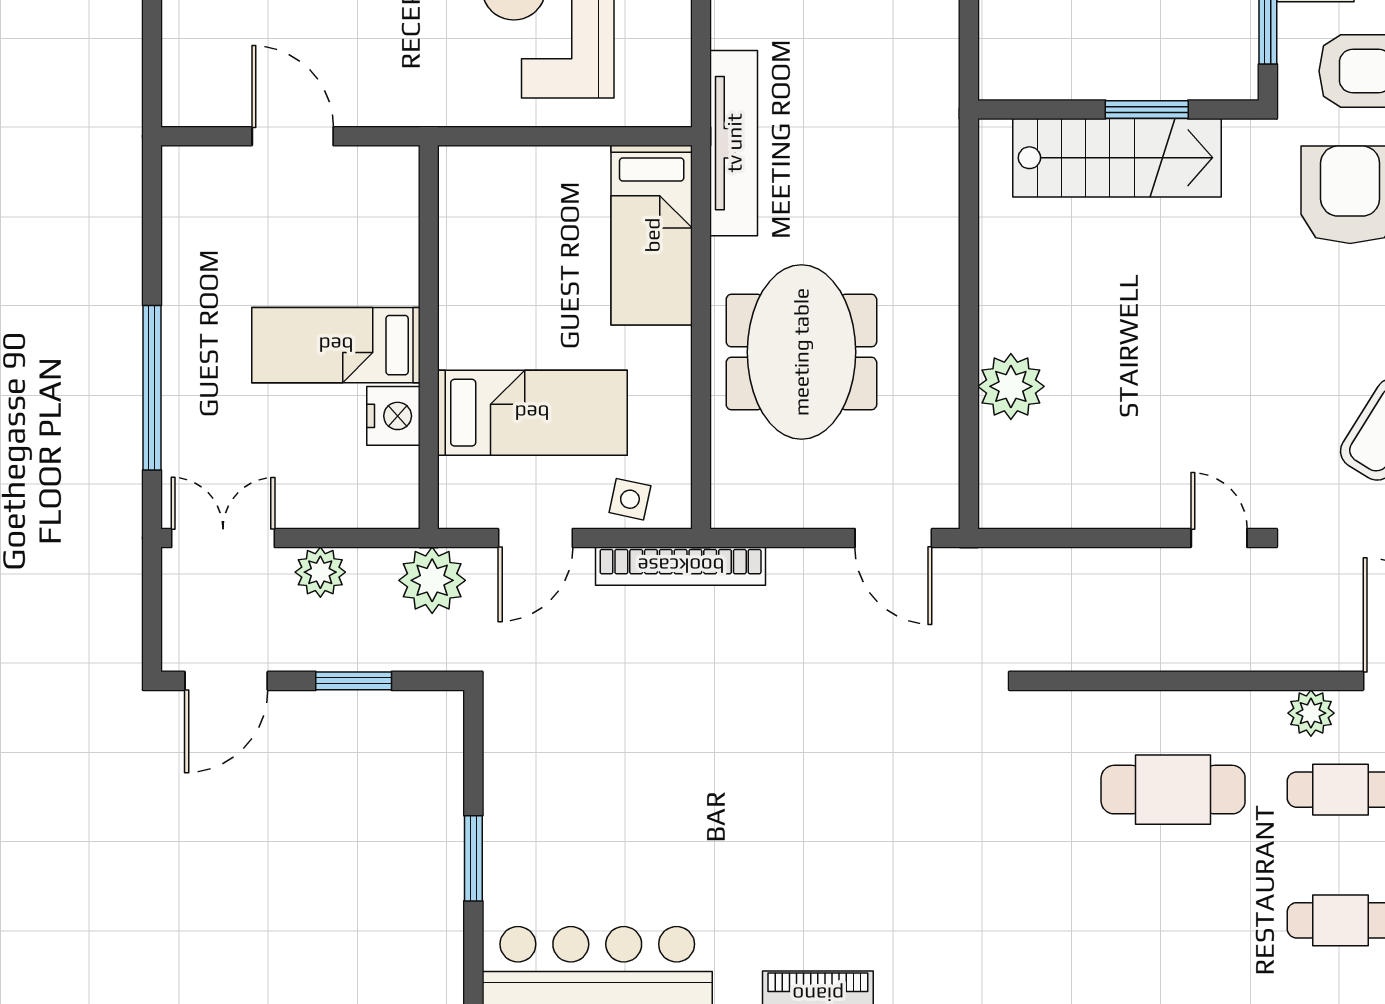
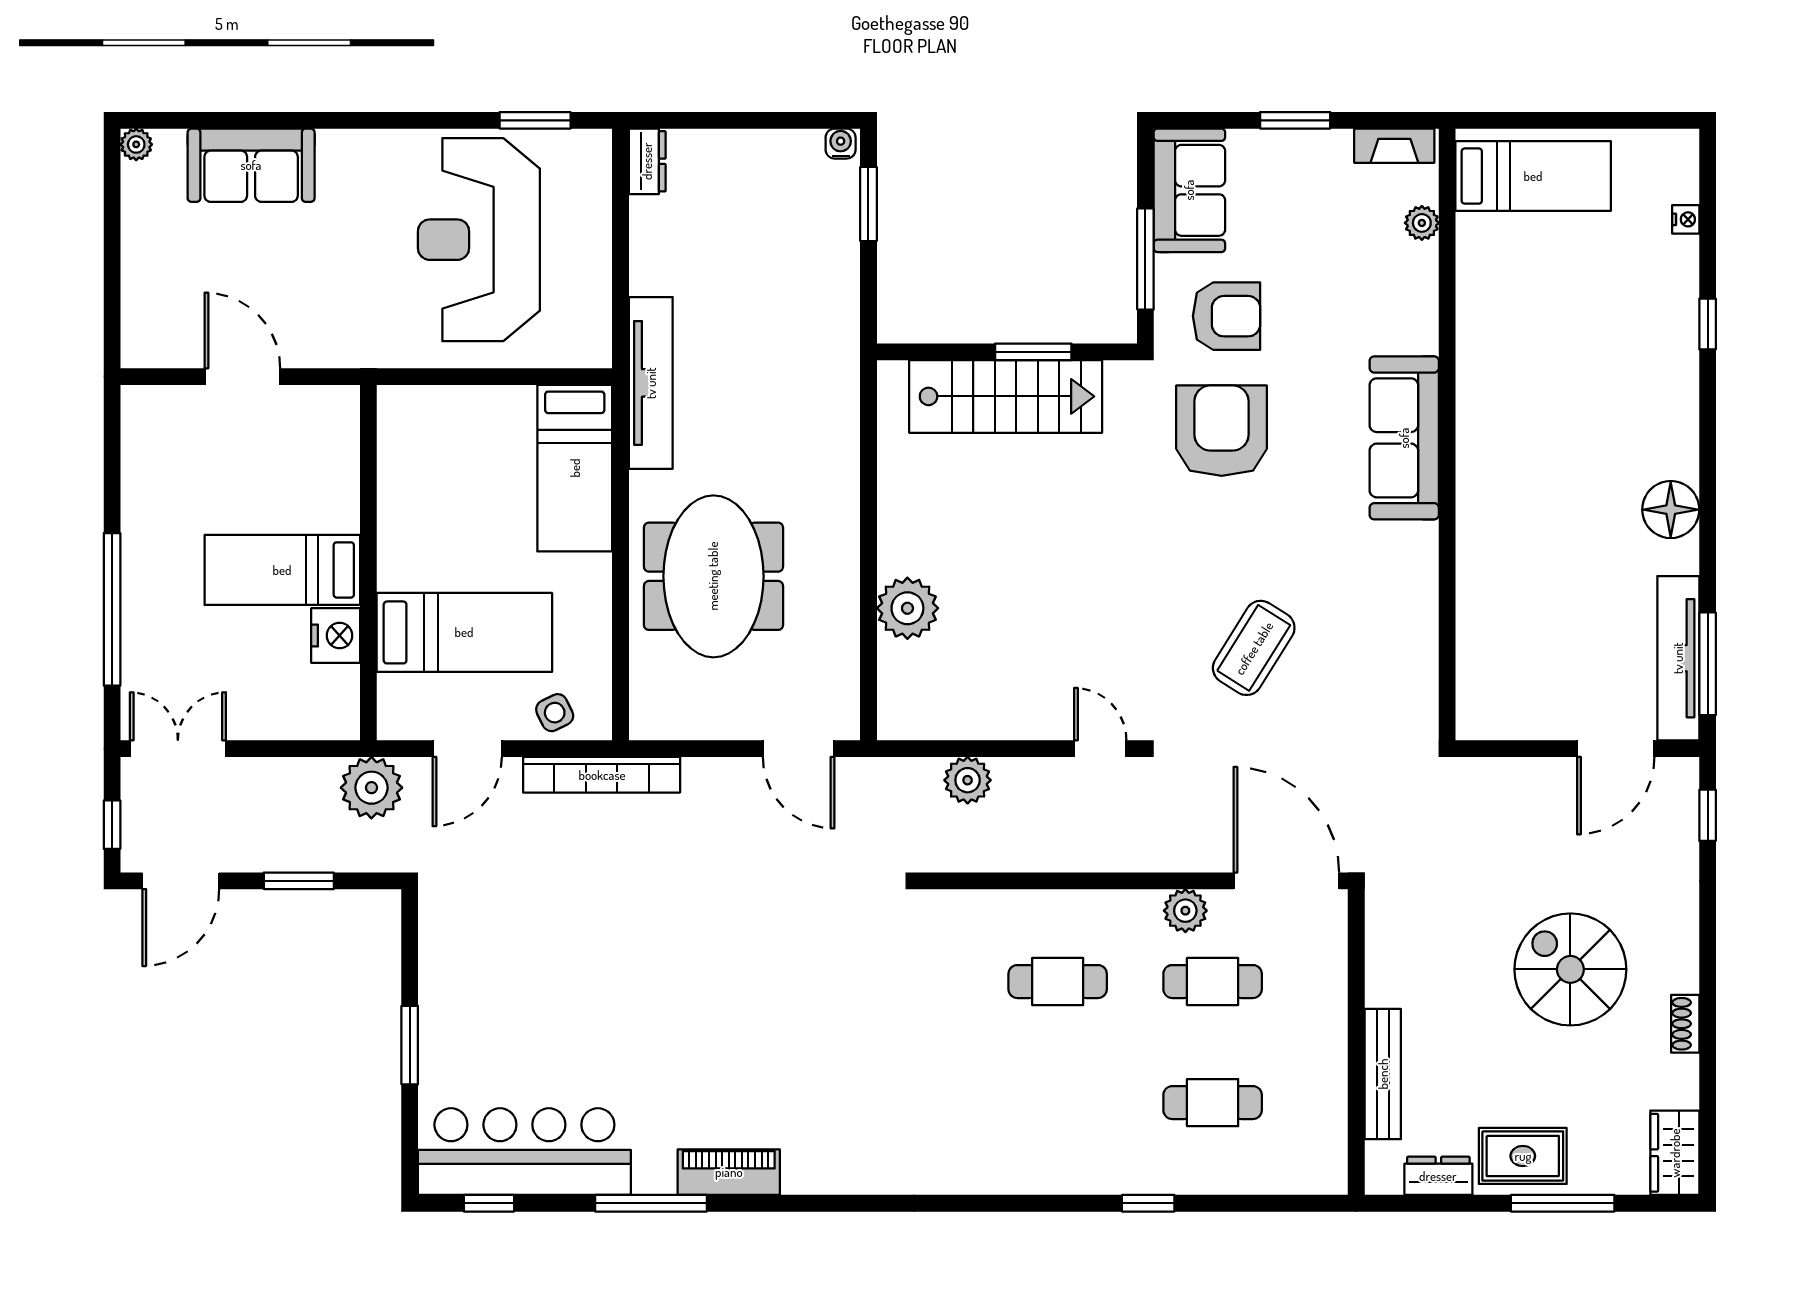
side table: (630, 499) -> (555, 713), turned -38
plant: (320, 572) -> (968, 780), moved
window: (152, 620) -> (112, 825), added
cafe table: (1173, 790) -> (1058, 982), width x0.73, depth x0.74

